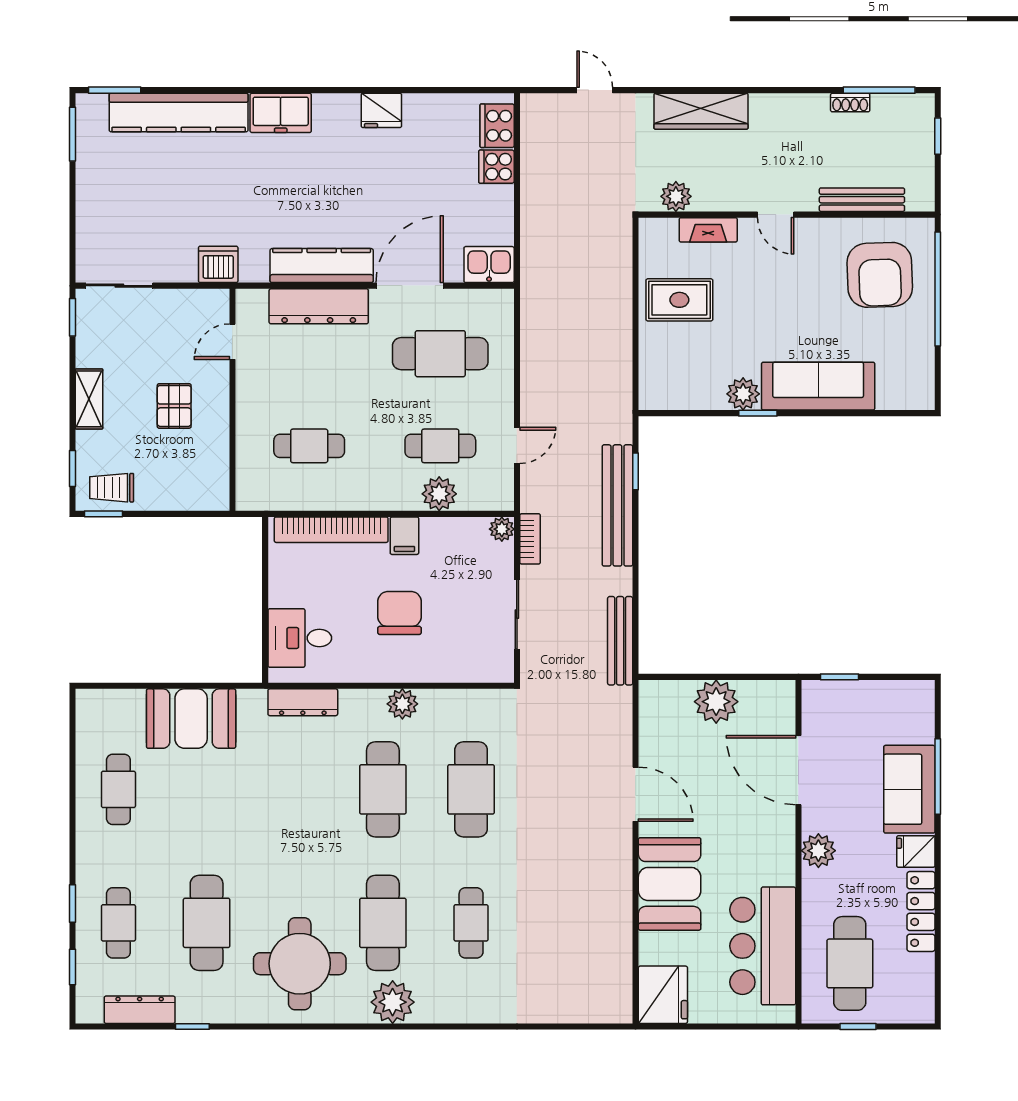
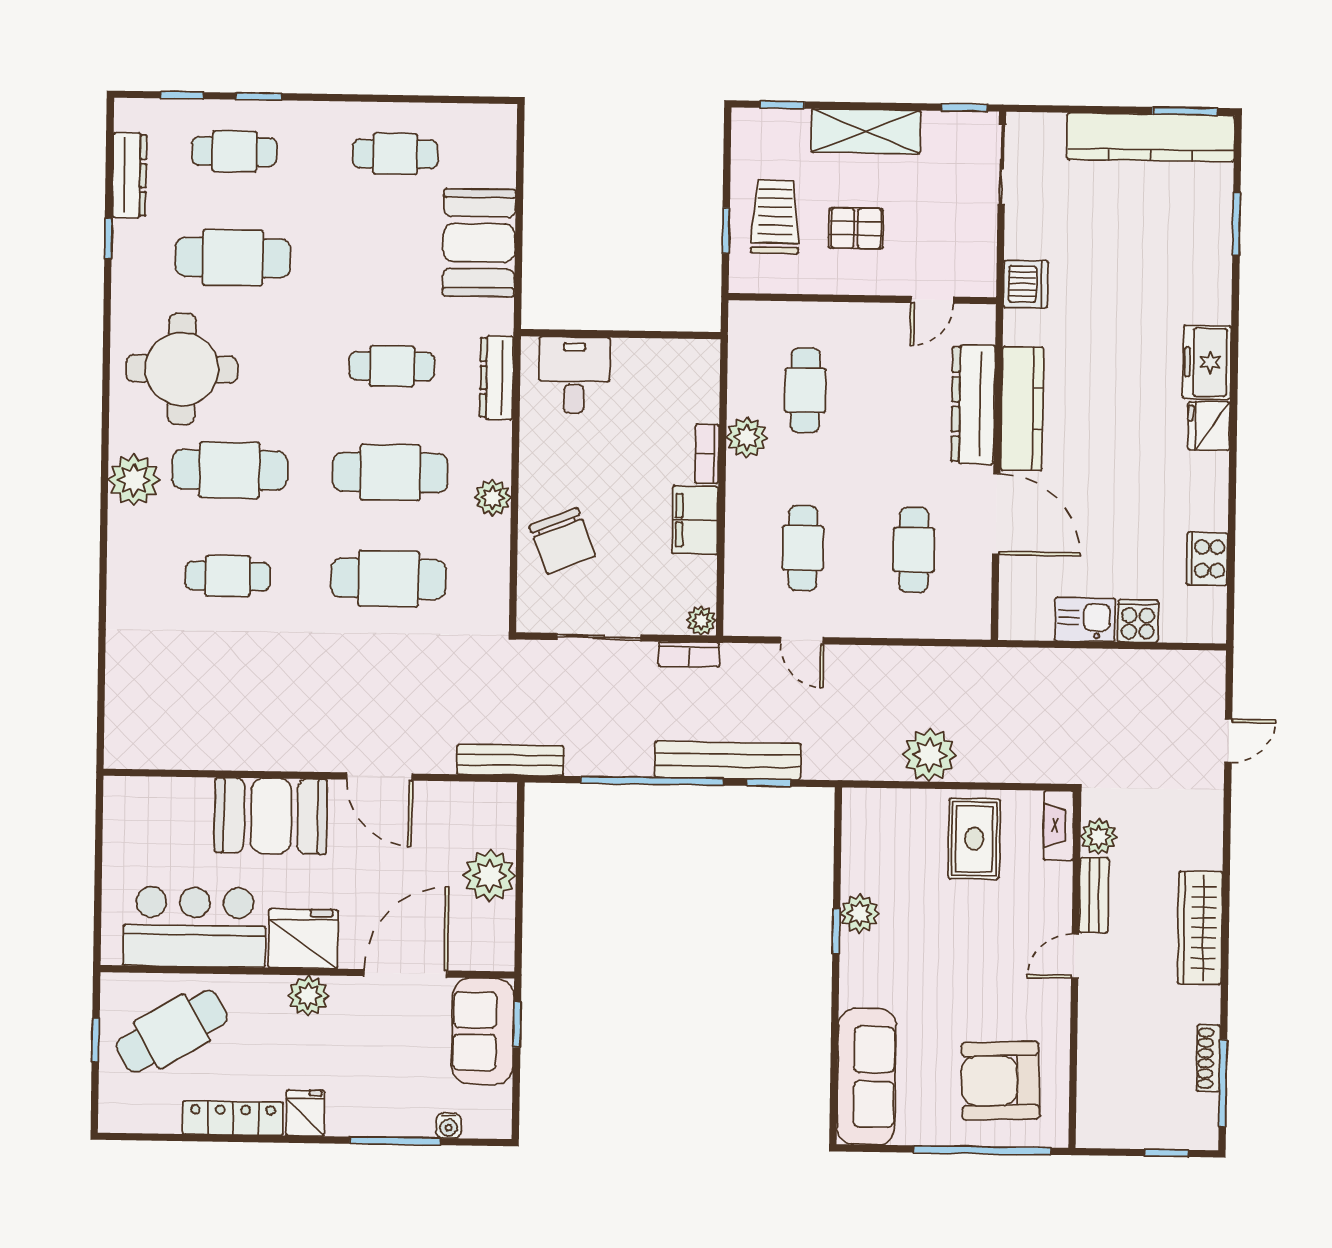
window: (115, 90) -> (1236, 224), moved
shoe rack: (850, 103) -> (1208, 1058), width x1.43
fridge: (381, 110) -> (1209, 426), moved
wardrobe: (701, 111) -> (1200, 928), moved
kitchen counter: (179, 112) -> (1151, 137), moved, turned -90
cooker: (497, 126) -> (1207, 559), moved, turned -90
bench: (862, 200) -> (1094, 895), moved, width x0.73
fireplace: (708, 230) -> (1059, 826), moved
kitchen sink: (489, 265) -> (1085, 619), moved, turned -90
plant: (610, 338) -> (930, 755), added
door: (232, 342) -> (932, 300), swing flipped
cafe table: (440, 354) -> (914, 550), width x0.73, depth x0.74
sofa: (818, 386) -> (866, 1077), moved
shelving: (89, 399) -> (866, 131), width x1.50, depth x1.33
trolley: (112, 488) -> (775, 217), moved, width x1.36, depth x1.39
plant: (439, 494) -> (747, 437), moved
window: (104, 514) -> (726, 231), moved
bookcase: (331, 530) -> (707, 454), width x0.43, depth x0.76
filing cabinet: (404, 536) -> (695, 520), width x2.00
window: (636, 568) -> (652, 781), added
chair: (399, 613) -> (562, 541), moved, turned 68
bench: (620, 641) -> (510, 760), moved
water cooler: (924, 732) -> (449, 1126), added
cafe table: (295, 789) -> (392, 366), added
sofa: (909, 789) -> (483, 1031), moved, turned -90
door: (636, 794) -> (380, 777), hinge flipped
cafe table: (850, 963) -> (172, 1031), turned -30
fridge: (663, 995) -> (303, 939), moved, turned 180

